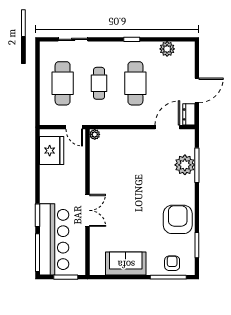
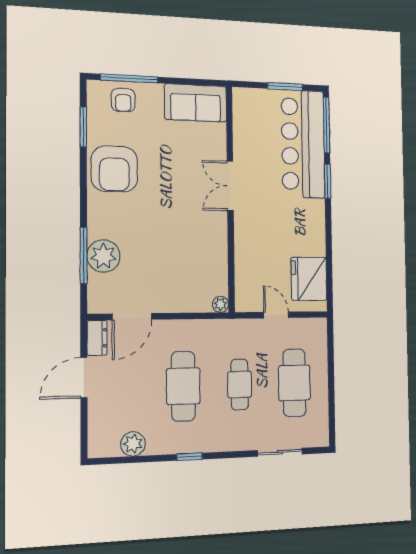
plant: (95, 134) -> (220, 304), moved
wall: (87, 202) -> (230, 199), moved
double door: (87, 210) -> (230, 186), moved

